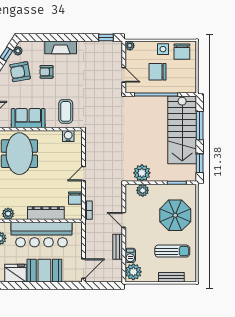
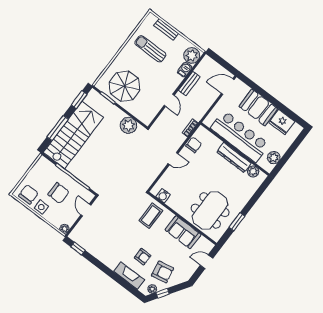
fireplace: (61, 47) -> (129, 276), moved
plant: (143, 190) -> (138, 112), removed
dresser: (46, 213) -> (234, 158), moved
parasol: (175, 215) -> (125, 86), moved

